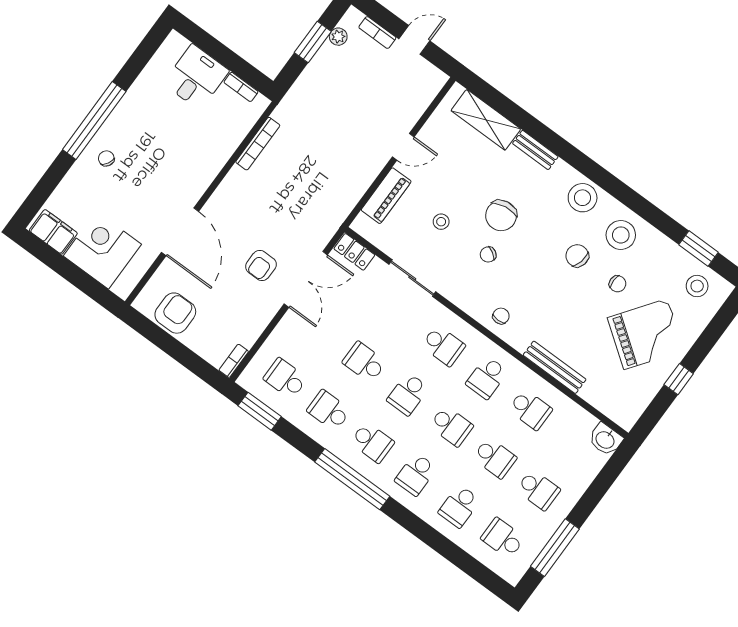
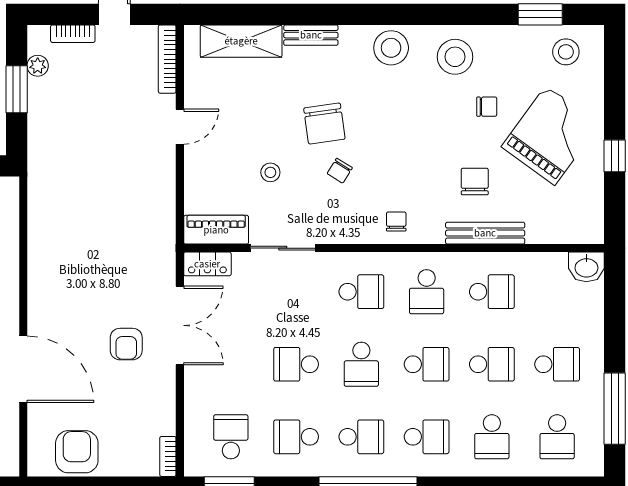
bookcase: (258, 144) -> (167, 59), moved, turned 180
piano: (386, 196) -> (216, 230), moved, turned -90
chair: (577, 256) -> (475, 182), moved, turned 78
school desk: (285, 379) -> (231, 437), turned 90
school desk: (416, 474) -> (427, 437), turned -90
school desk: (503, 538) -> (557, 437), turned -90

